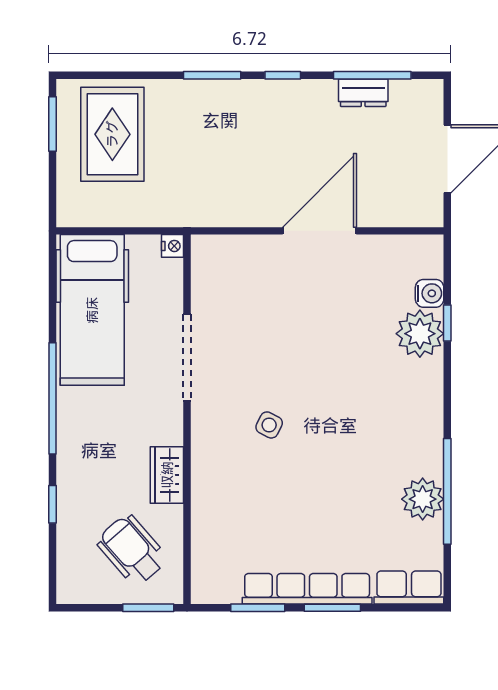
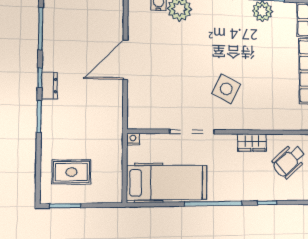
dresser: (363, 93) -> (49, 85), moved
rug: (112, 134) -> (71, 172), width x0.73, depth x0.70
door: (319, 231) -> (125, 60), hinge flipped
side table: (269, 425) -> (226, 89), width x1.87, depth x1.87

